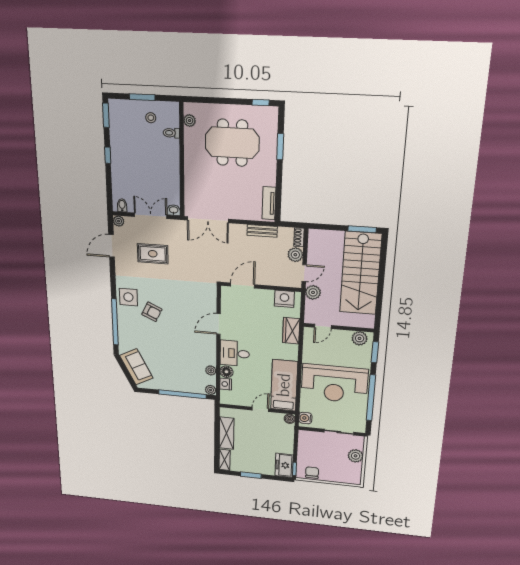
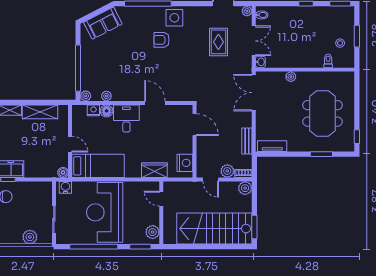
plant: (190, 121) -> (291, 77), moved
plant: (313, 292) -> (245, 188), moved
armchair: (152, 312) -> (161, 40), turned 65

